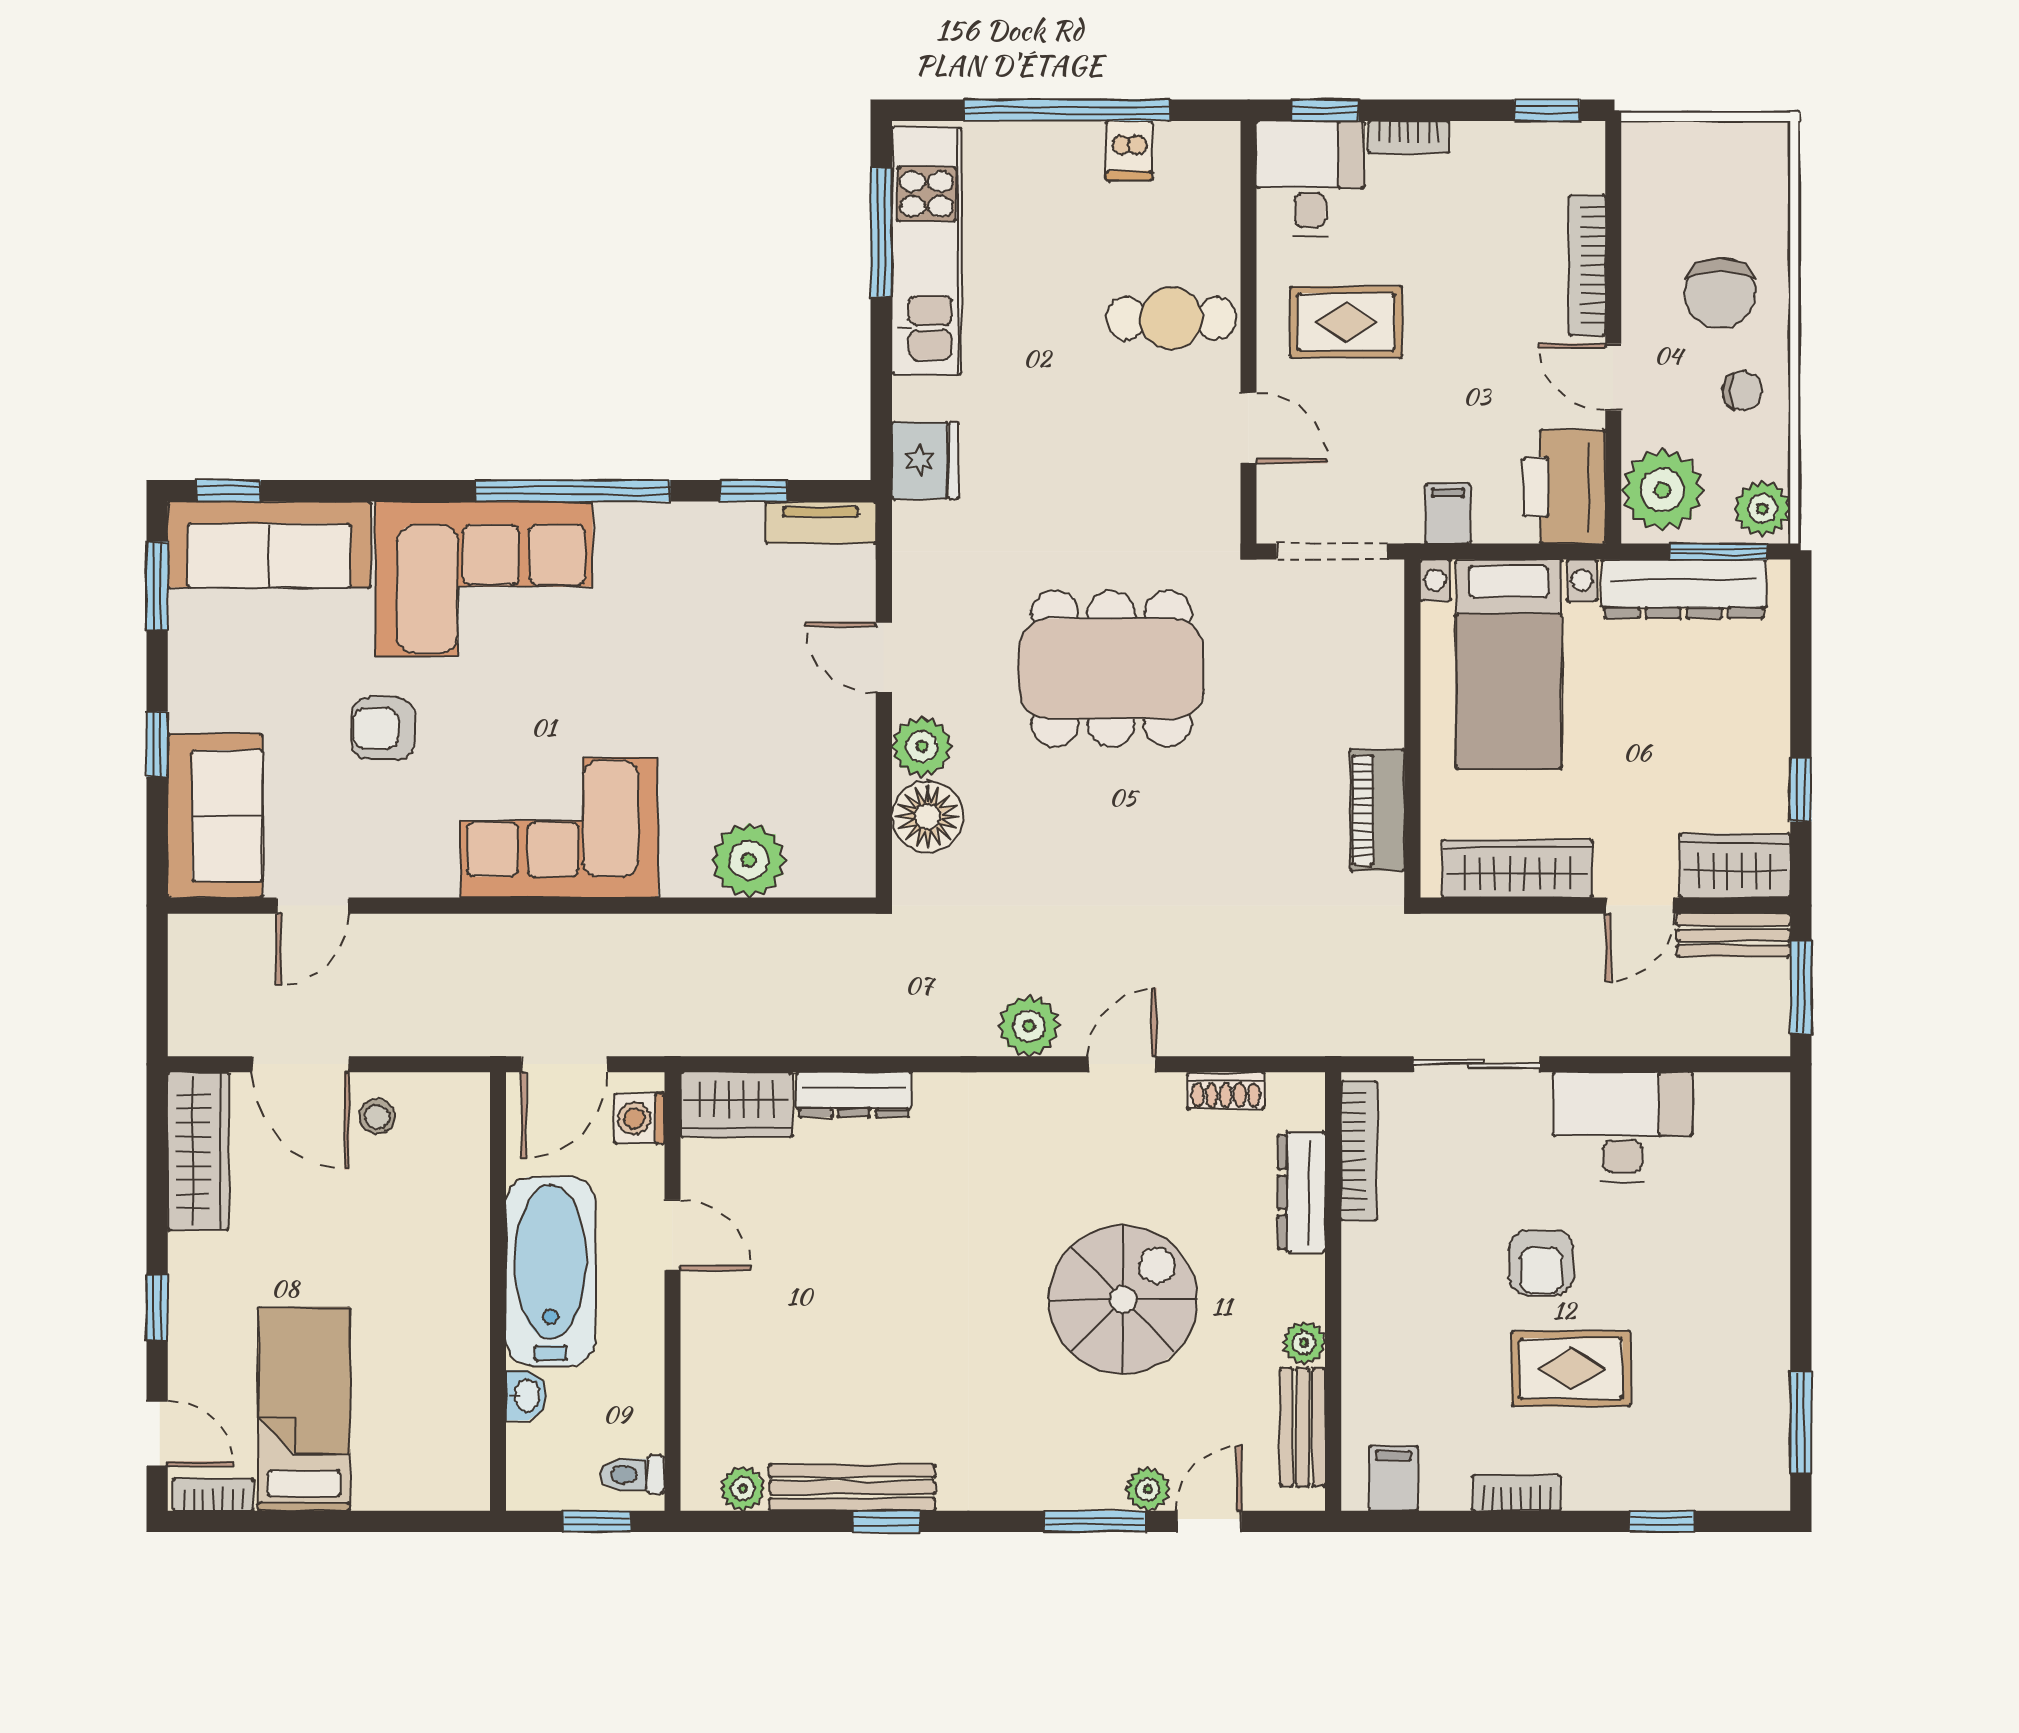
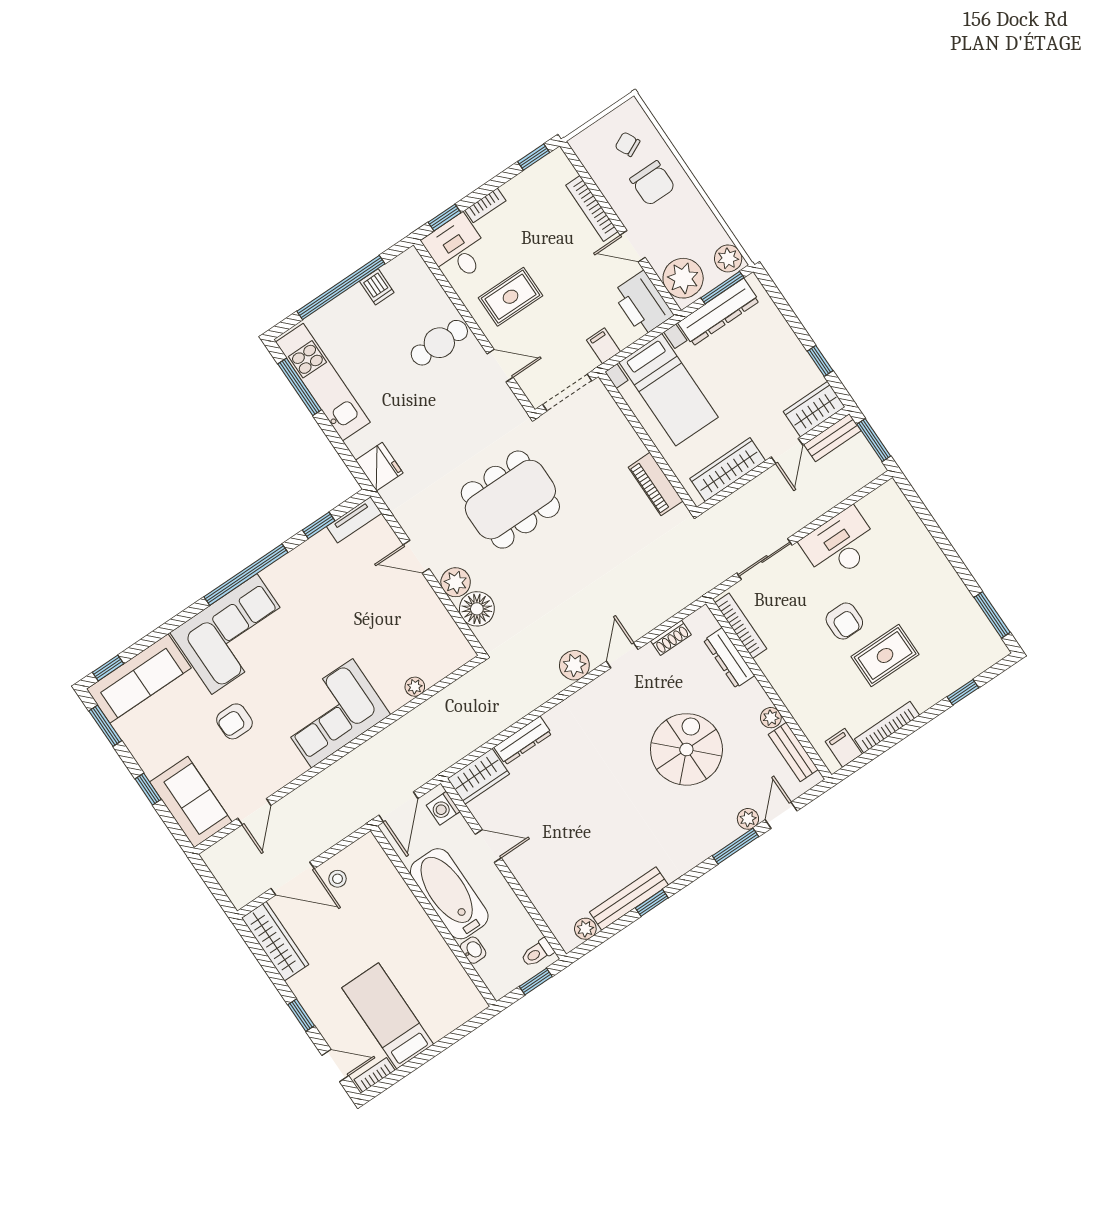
chair: (1742, 391) -> (627, 144), moved, turned -116
plant: (749, 860) -> (415, 687), width x0.53, depth x0.53
bookcase: (1516, 1493) -> (887, 727), width x1.56

